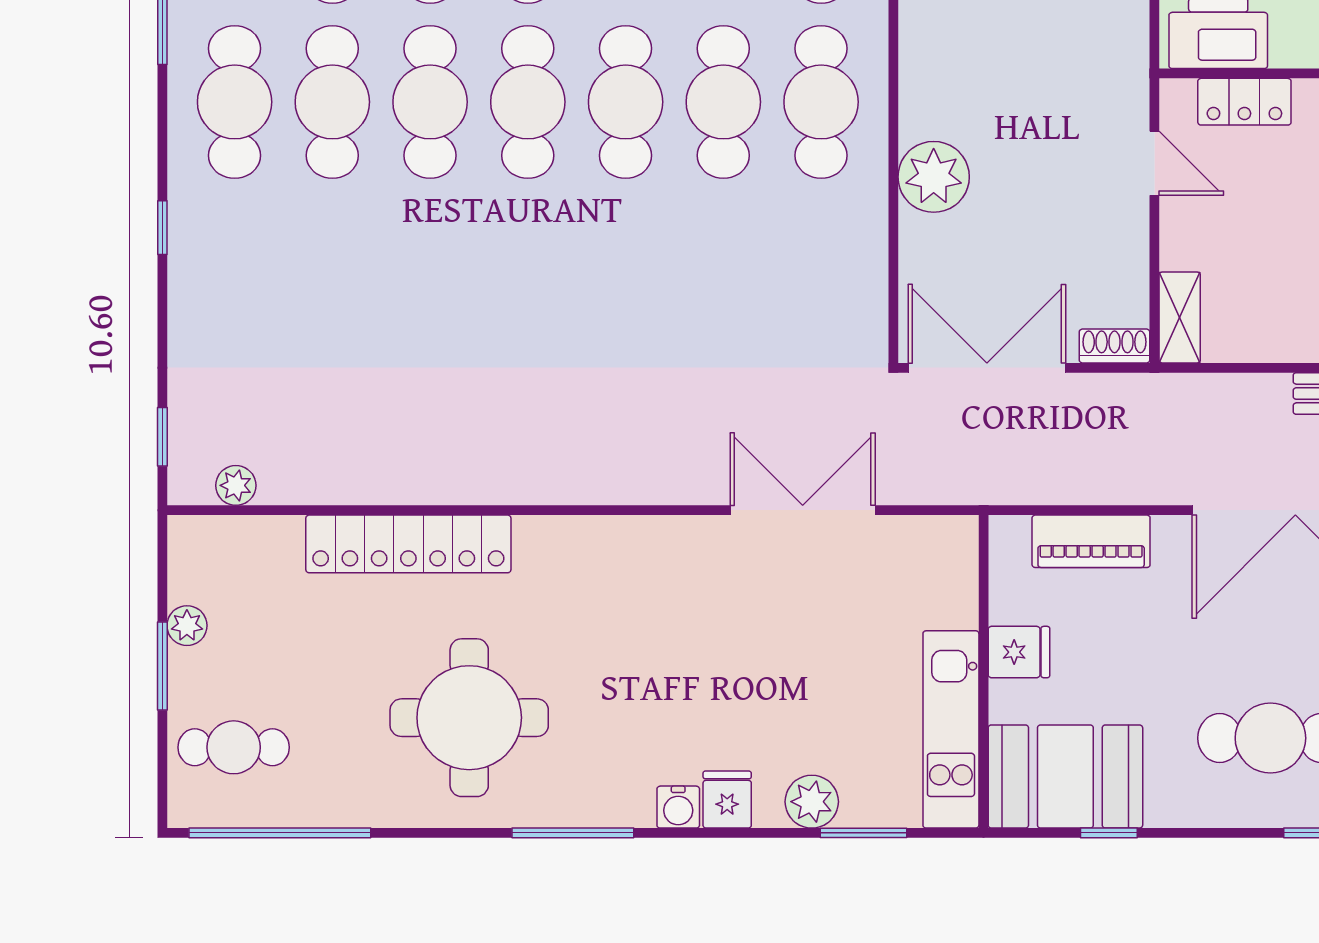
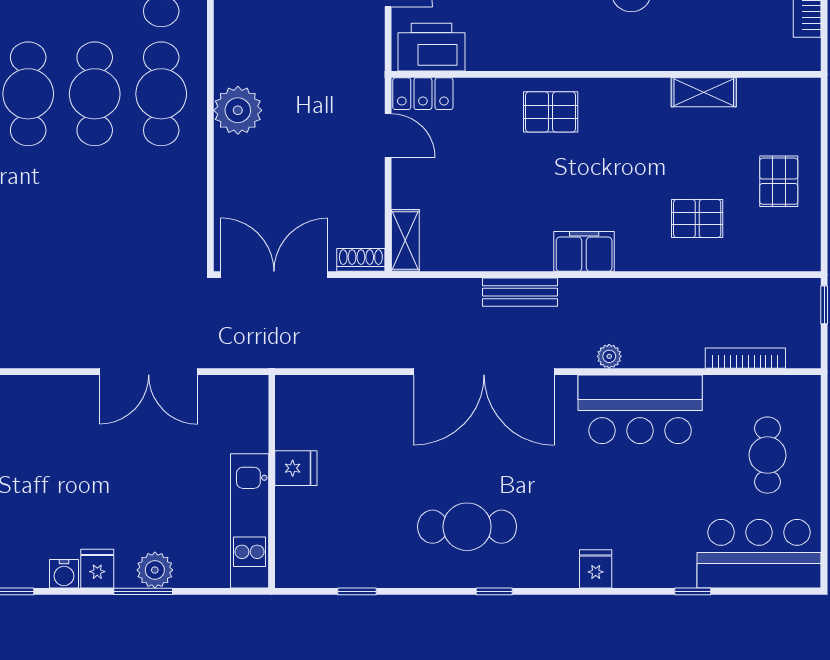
locker: (1244, 102) -> (423, 94), moved
plant: (934, 177) -> (238, 110), moved
double door: (803, 510) -> (149, 372), swing flipped
piano: (1091, 541) -> (345, 393), removed
booth: (1065, 776) -> (327, 553), removed
window: (864, 833) -> (143, 591), moved

